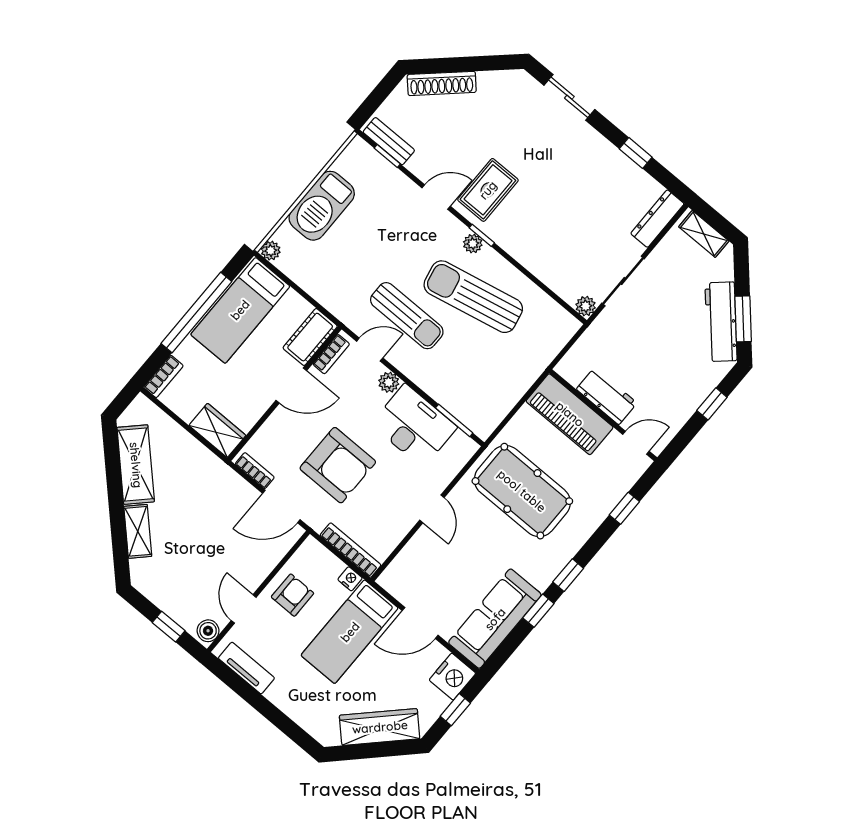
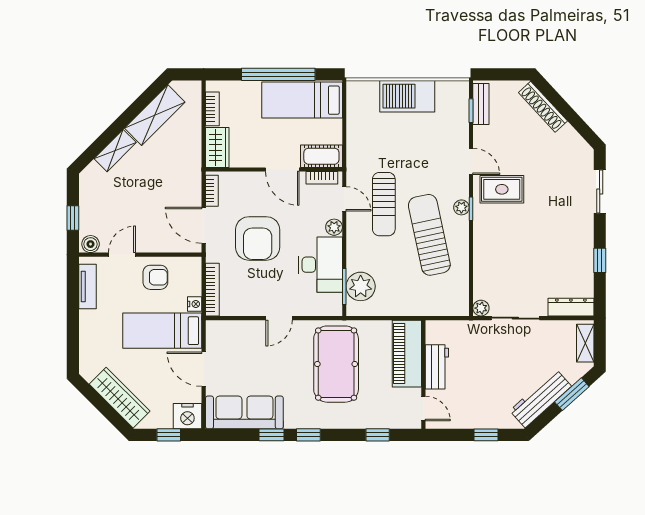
plant: (271, 251) -> (361, 286), moved, width x1.88, depth x1.88
window: (743, 319) -> (572, 394), moved
bookcase: (164, 377) -> (212, 109), moved, turned -90

